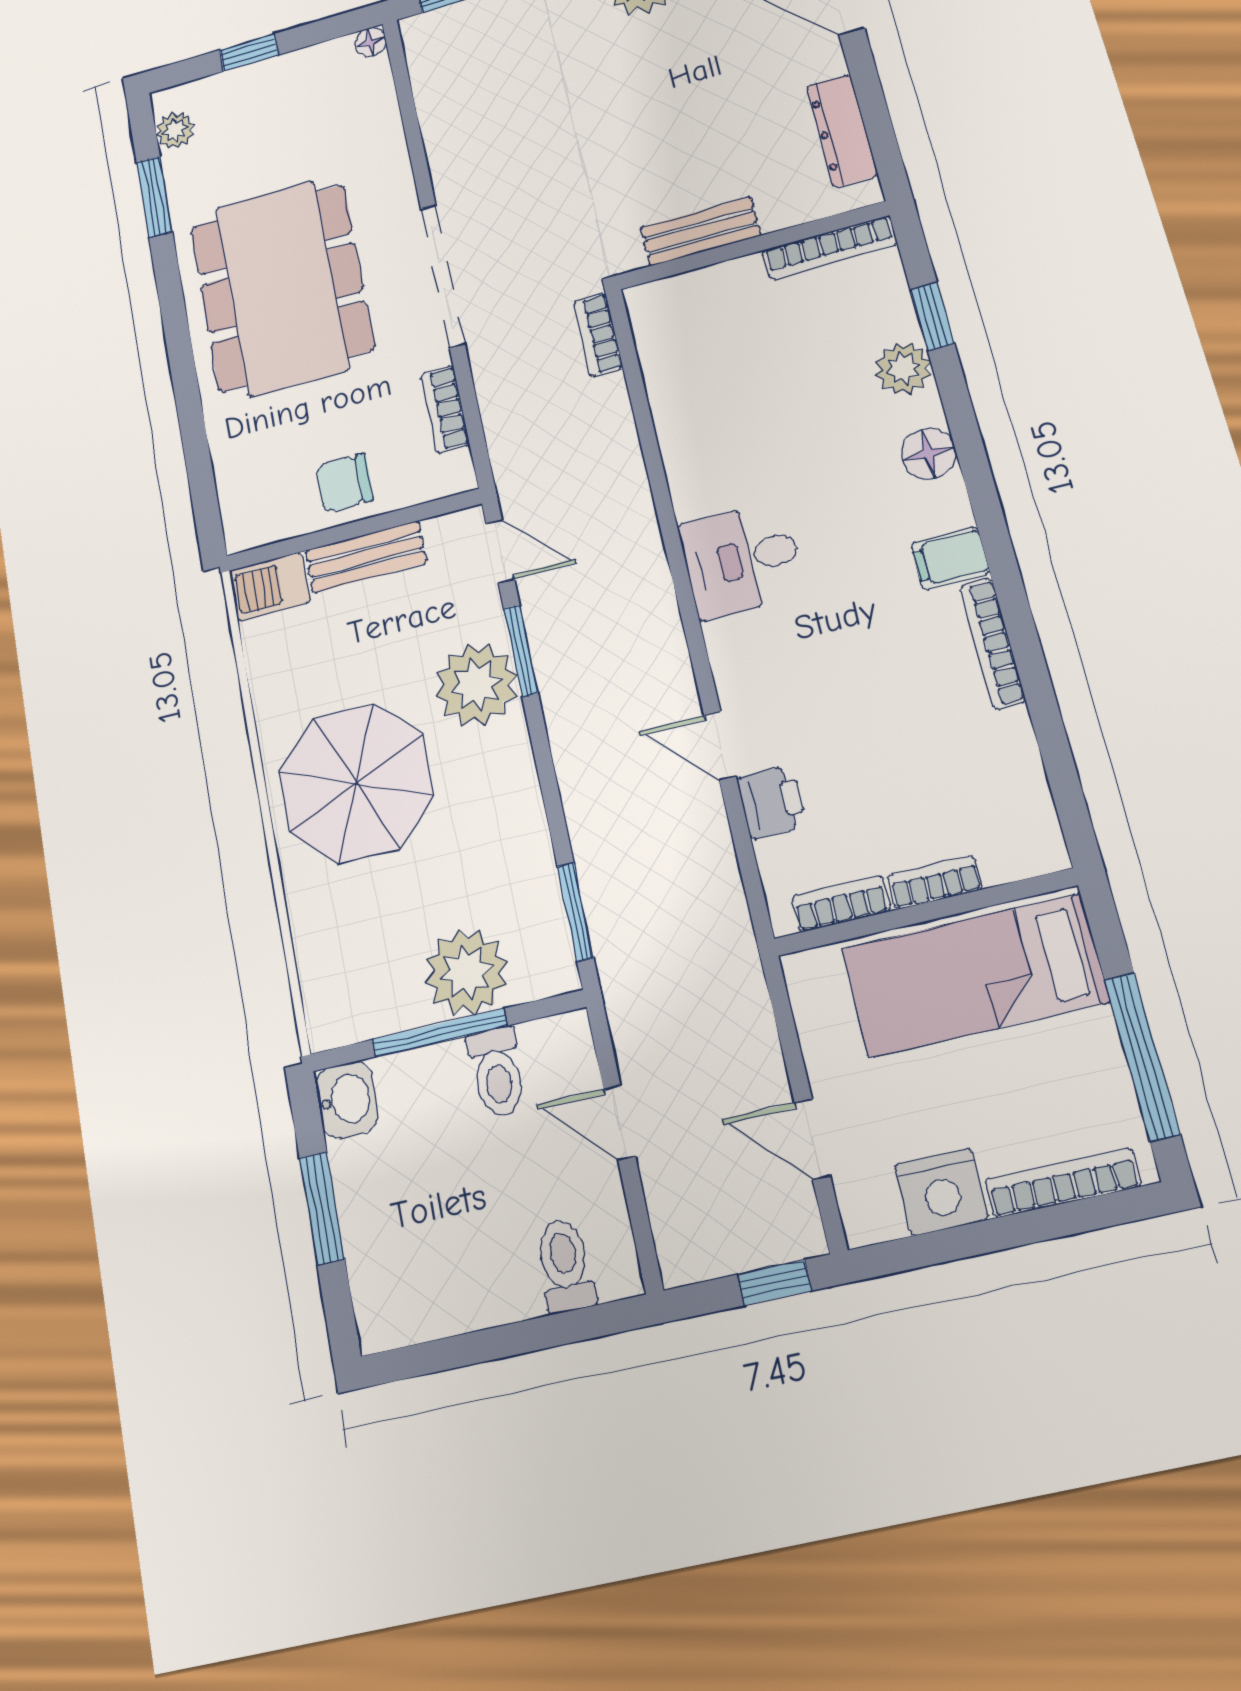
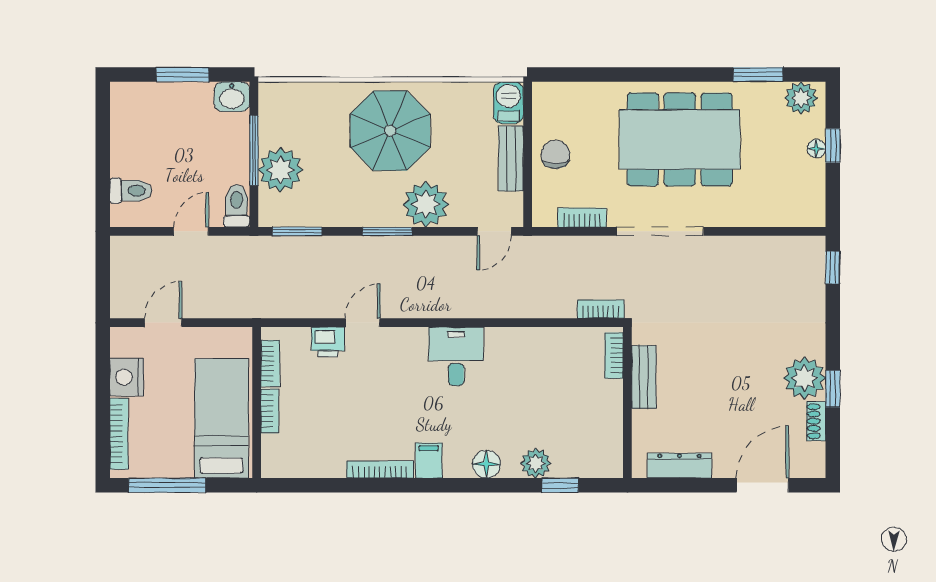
floor lamp: (370, 42) -> (816, 148), moved
plant: (175, 130) -> (801, 98), width x1.38, depth x1.38
bookcase: (830, 248) -> (614, 355), moved, width x0.64
window: (521, 651) -> (387, 231), moved
toilet: (497, 1072) -> (237, 206), moved, turned 90
window: (775, 1283) -> (103, 289), removed

